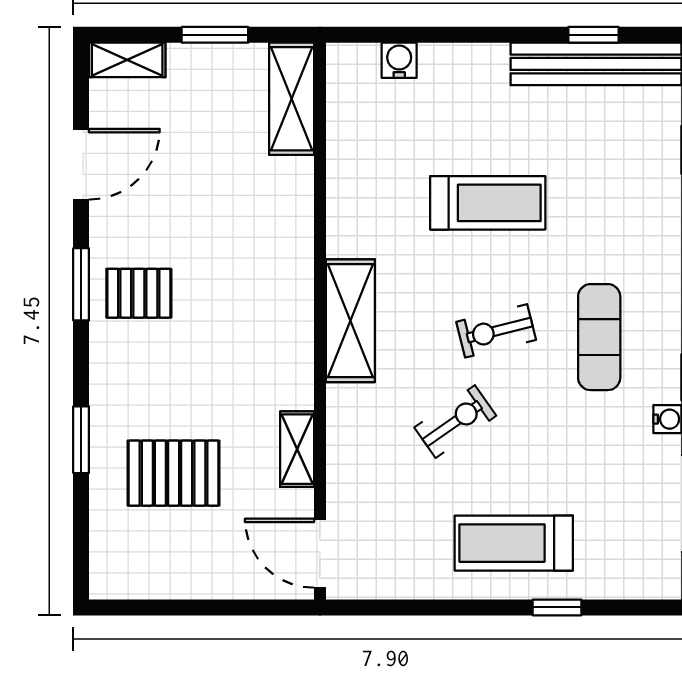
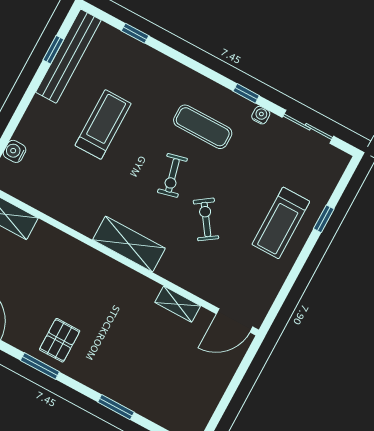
treadmill: (488, 203) -> (103, 124), moved
pallet: (174, 473) -> (157, 371), removed

